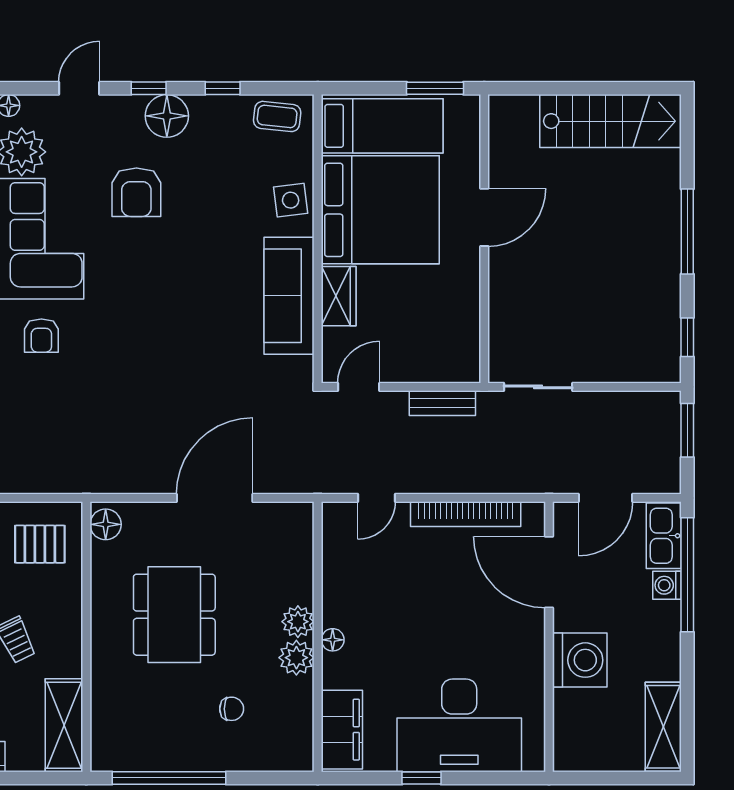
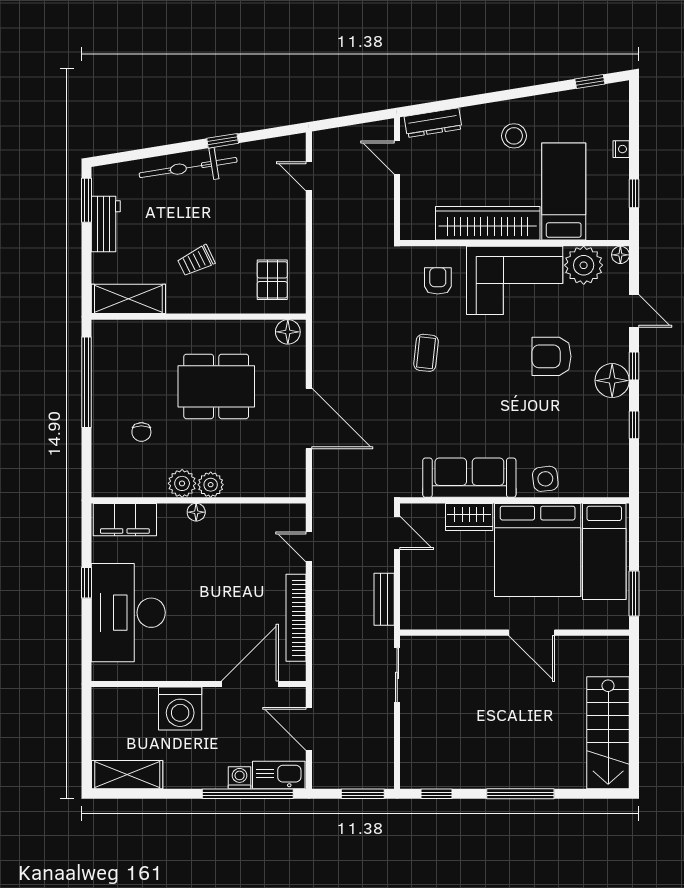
coffee table: (277, 116) -> (426, 353), moved
armchair: (41, 336) -> (438, 281), turned 90

